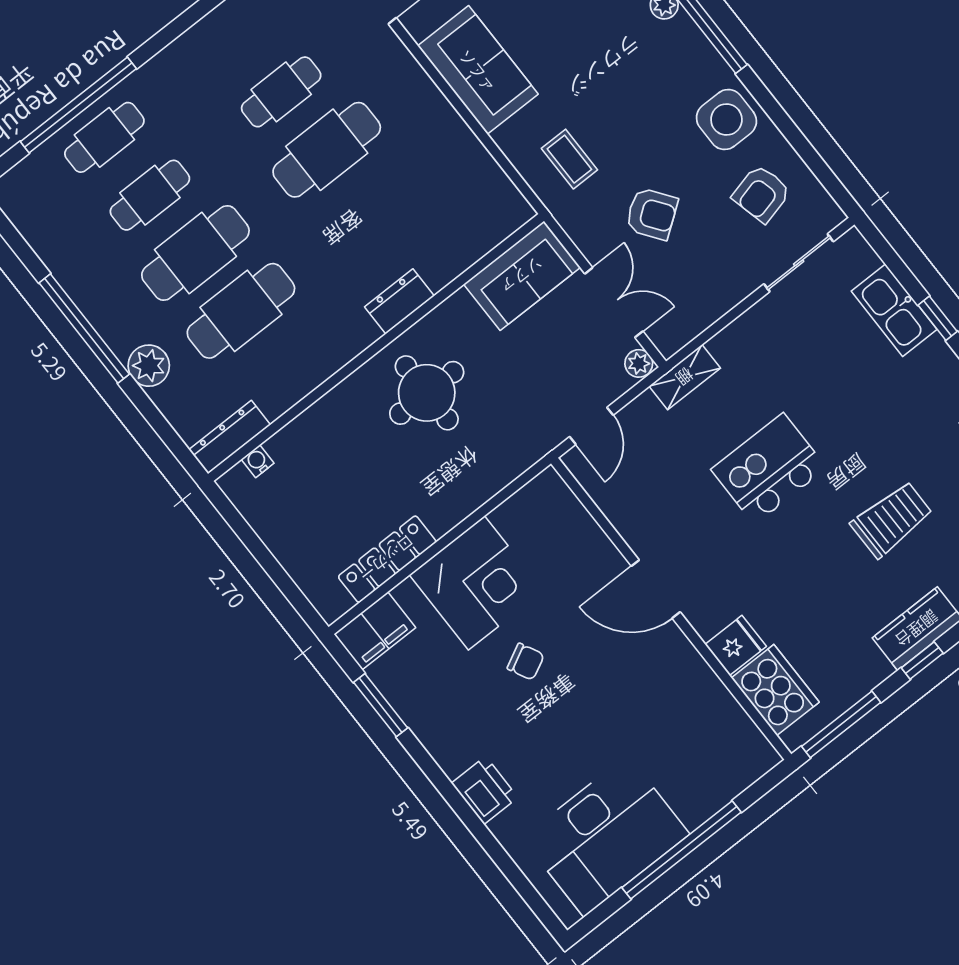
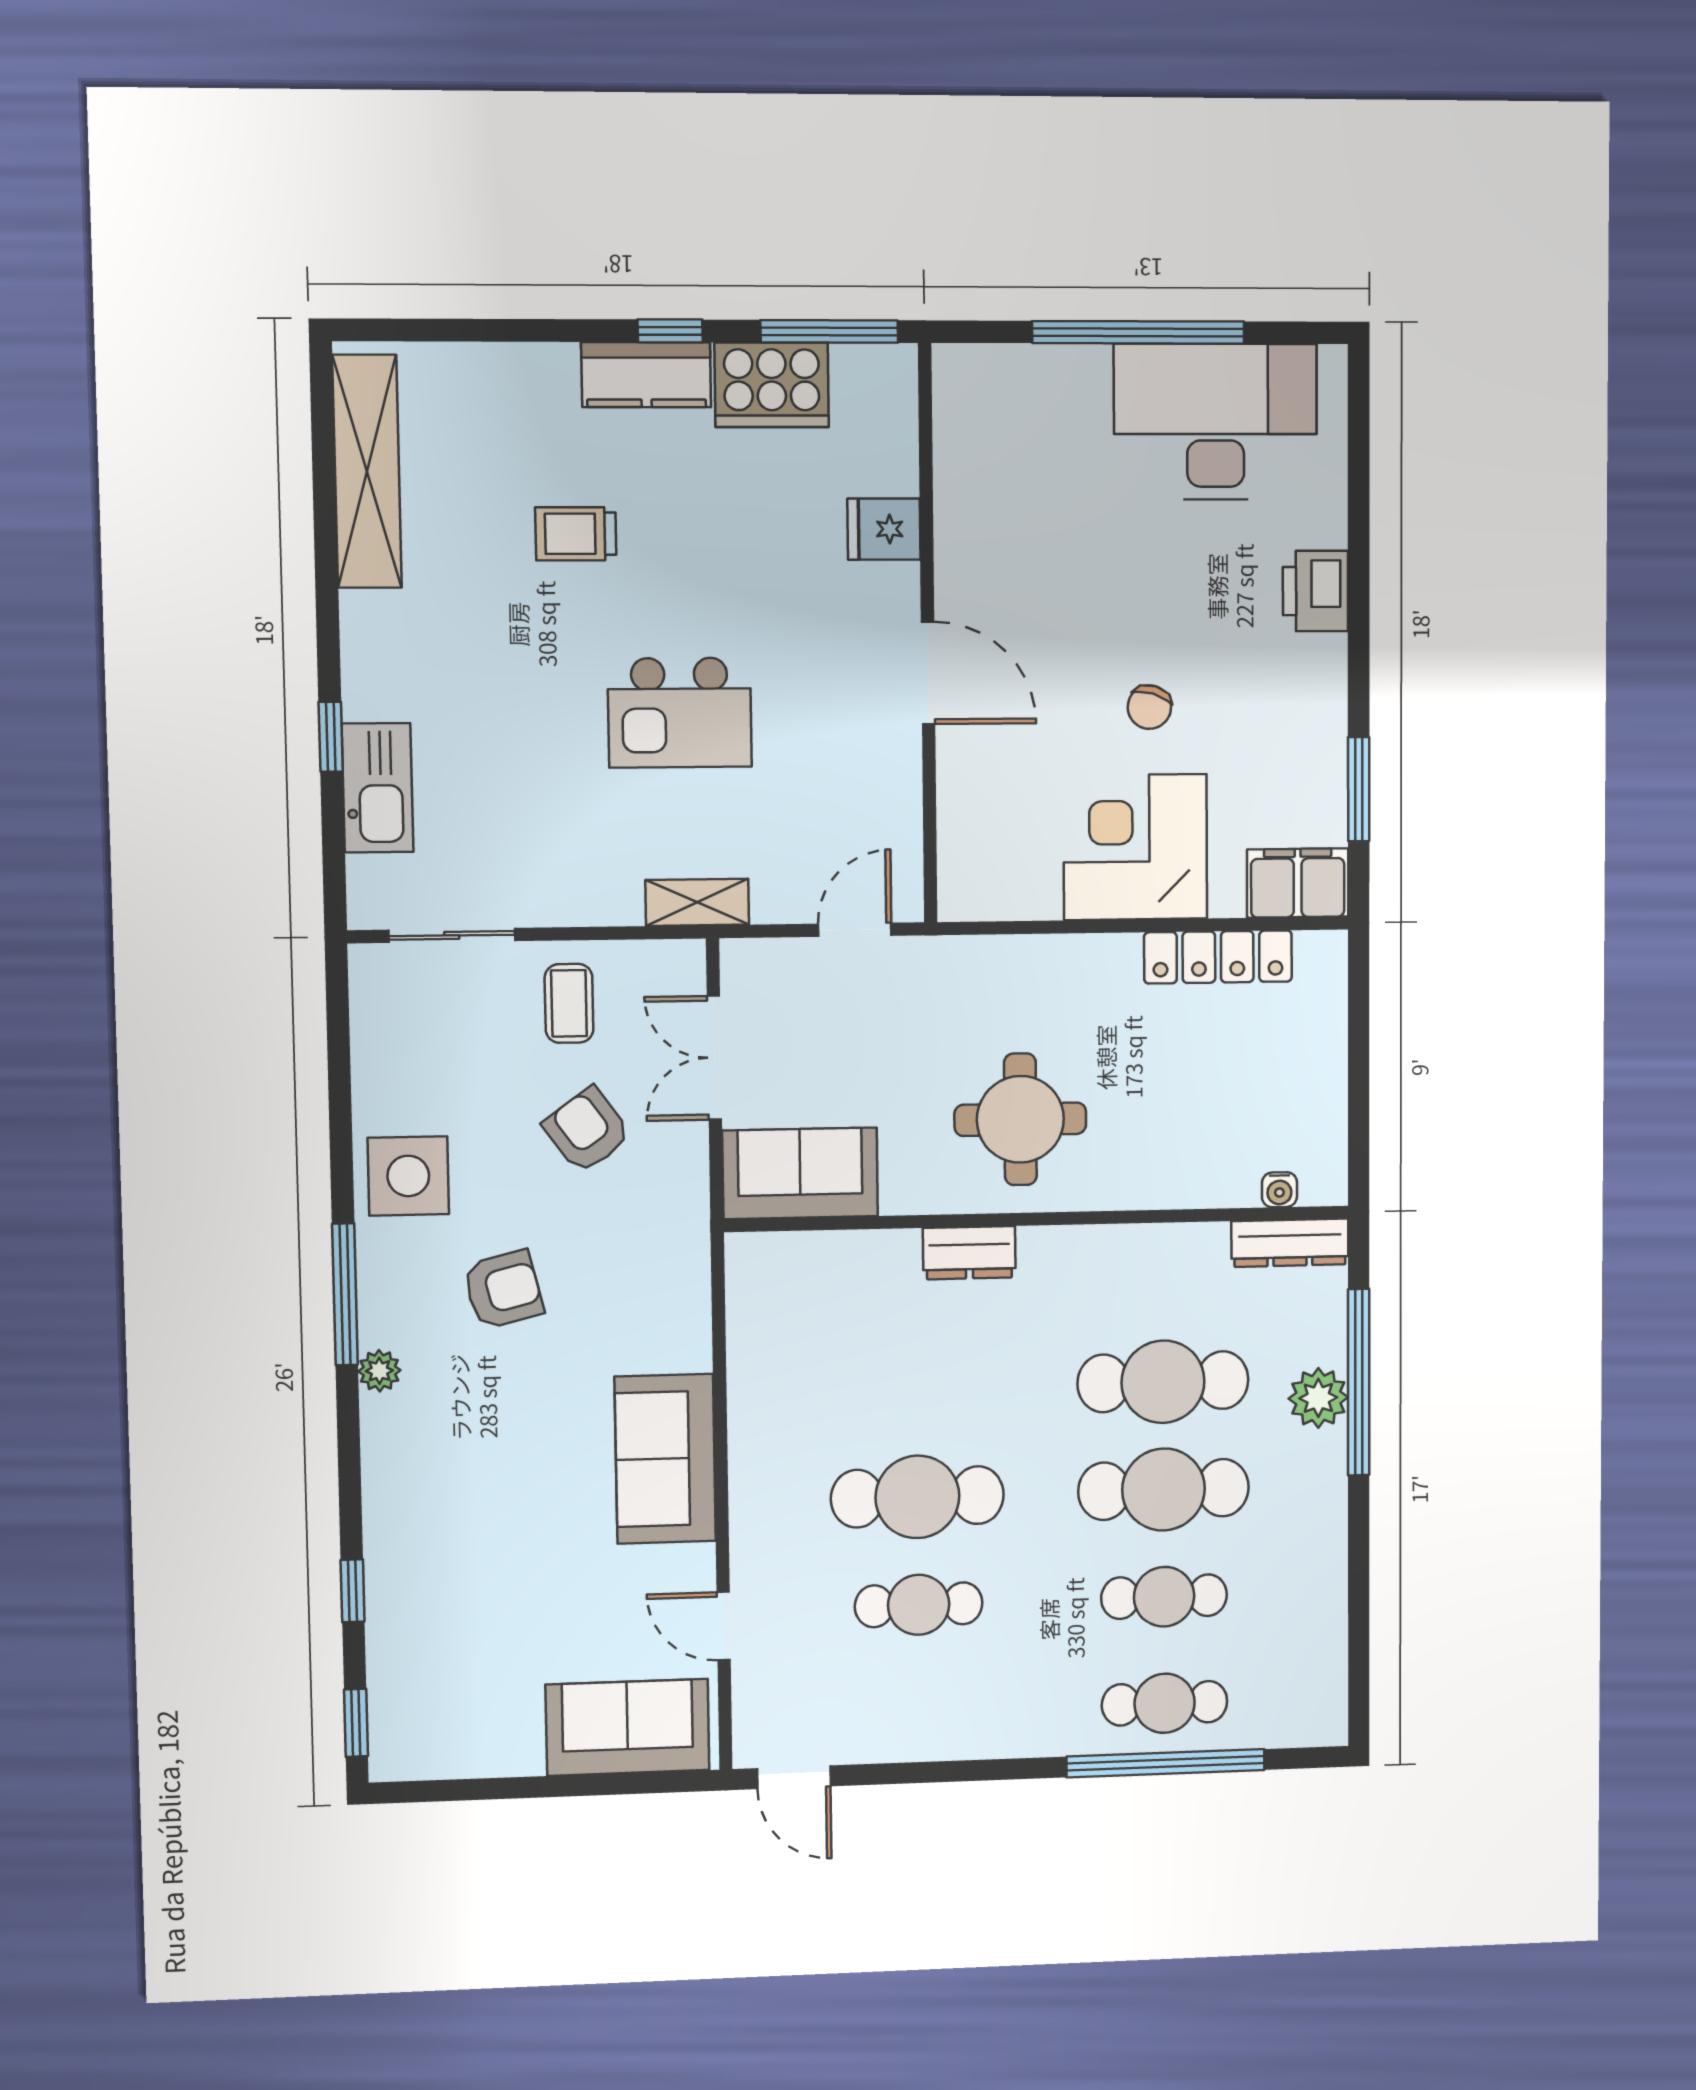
coffee table: (569, 159) -> (569, 1003), moved
armchair: (761, 194) -> (503, 1290), moved
window: (84, 328) -> (1359, 1382), moved
plant: (639, 363) -> (740, 961), removed
trolley: (892, 519) -> (576, 534), width x0.73, depth x0.72
chair: (526, 662) -> (1149, 707), turned -136
cooker: (775, 690) -> (772, 385), moved, turned -90

